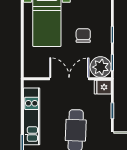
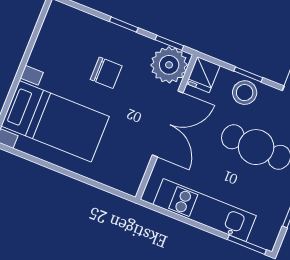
chair: (83, 36) -> (106, 73), turned 180
double door: (69, 79) -> (168, 124), swing flipped
stool: (102, 113) -> (245, 93), added

